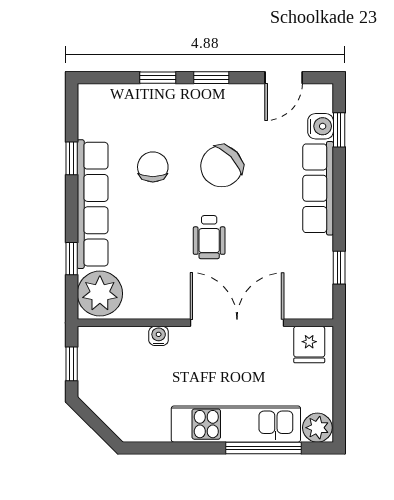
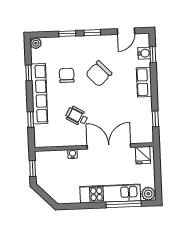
row of seats: (318, 188) -> (144, 82), width x0.68
wheelchair: (209, 237) -> (77, 116), moved, turned 120
plant: (100, 294) -> (36, 43), moved, width x0.53, depth x0.53

